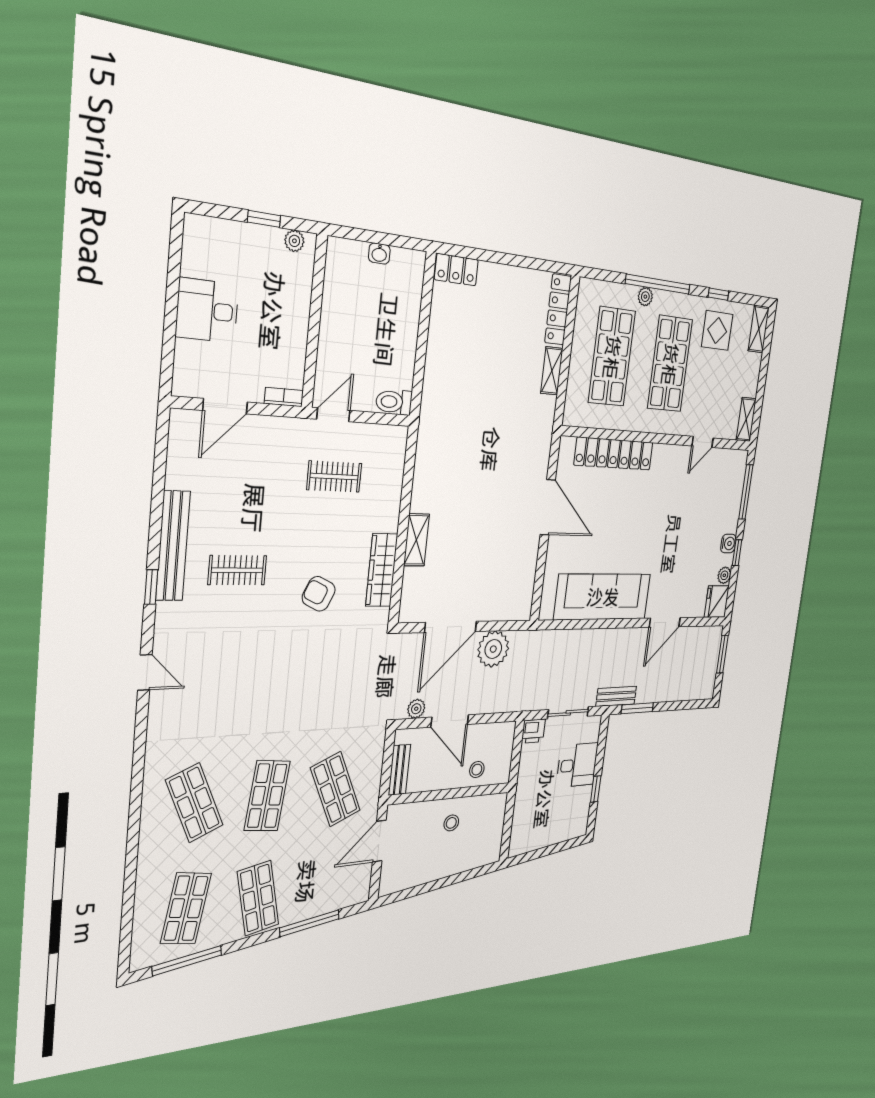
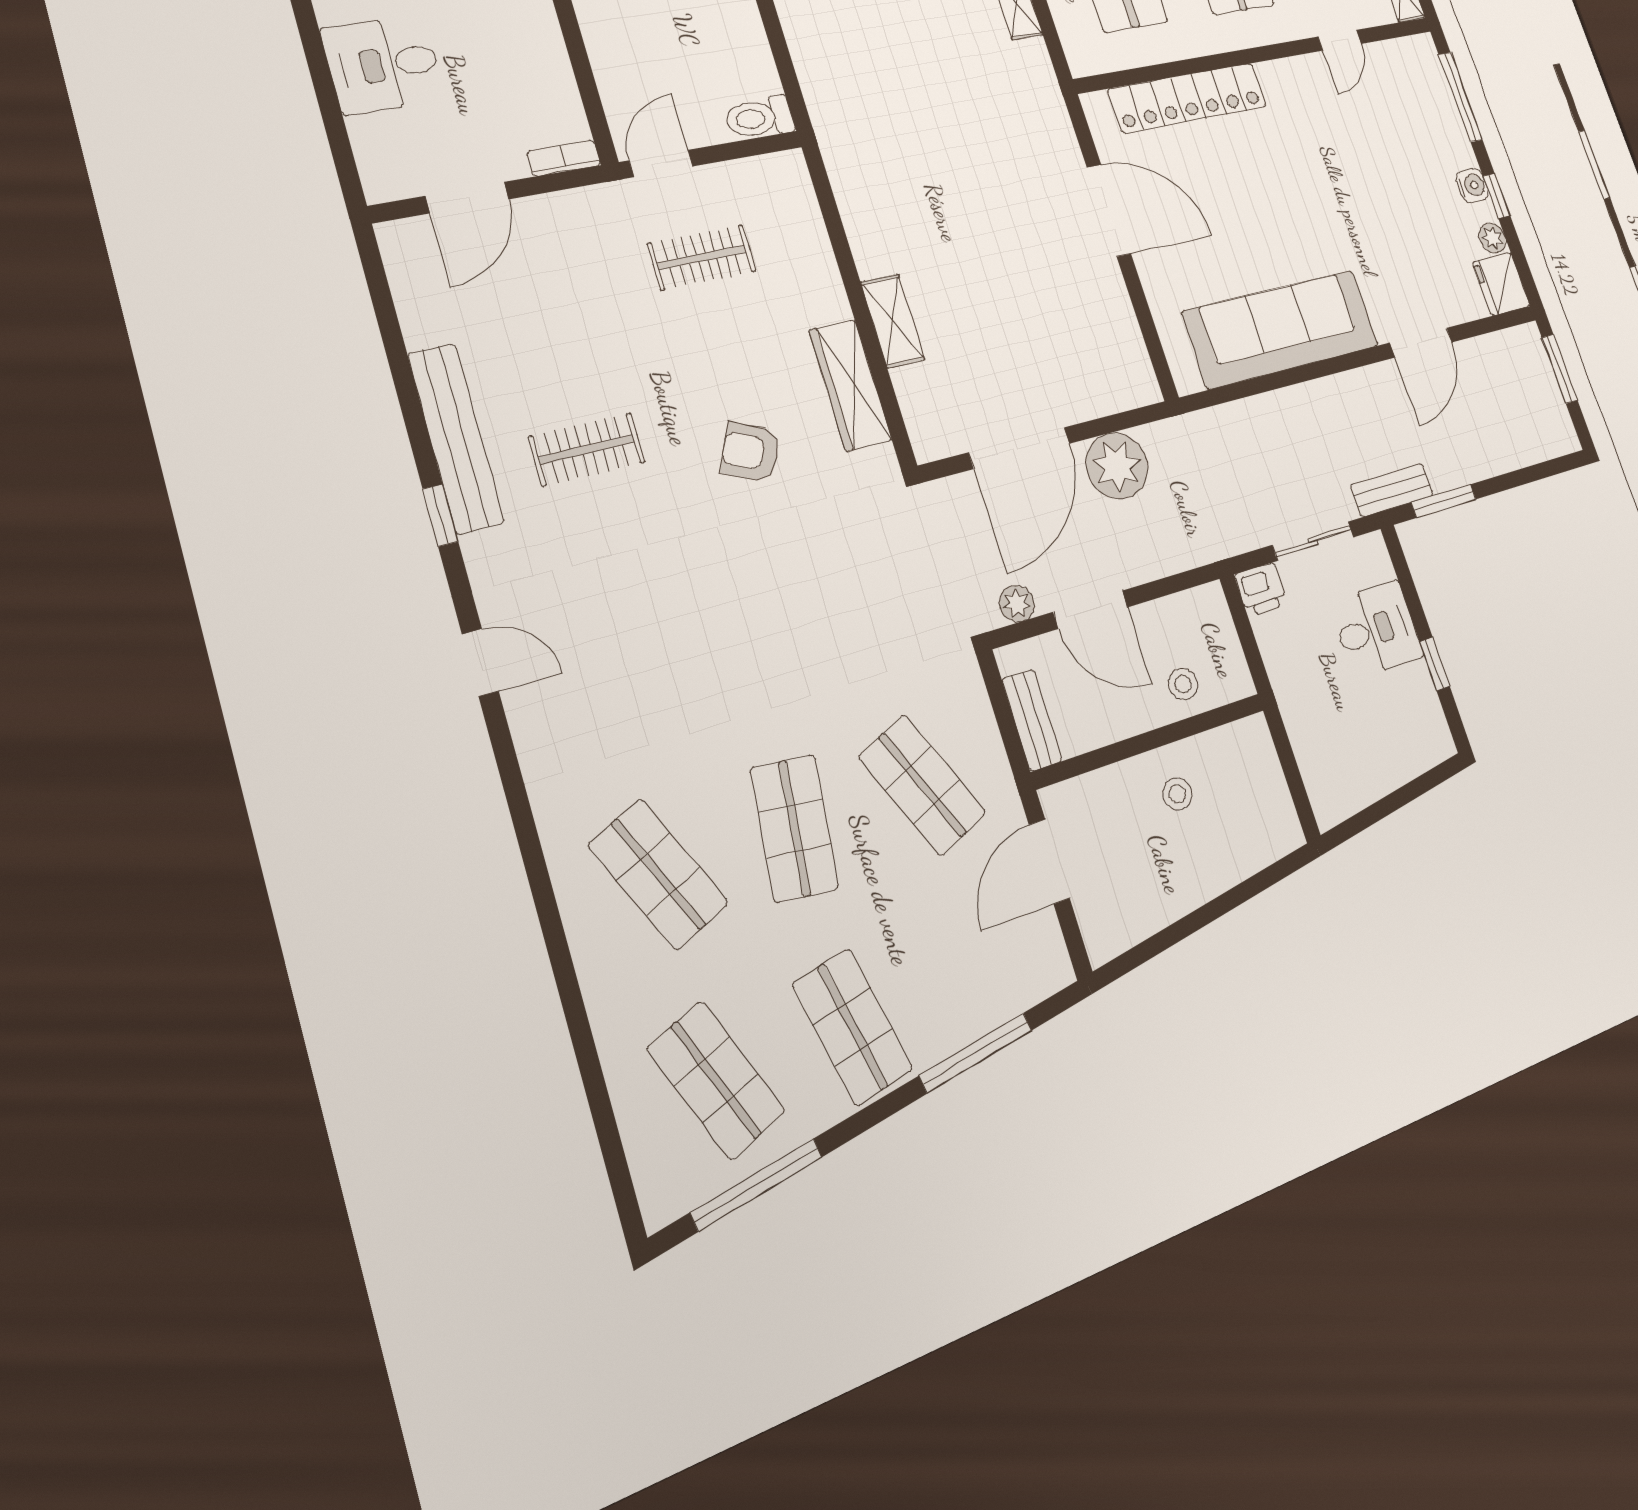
shop shelf: (186, 908) -> (716, 1080), turned -30

